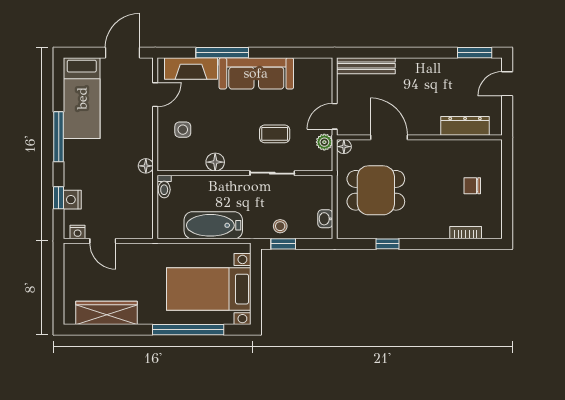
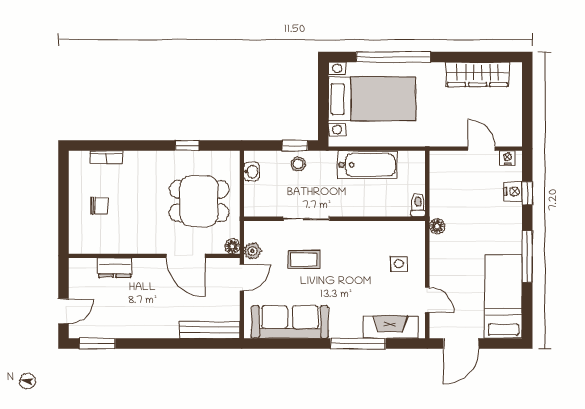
sofa: (256, 73) -> (290, 322), moved
door: (155, 95) -> (427, 300), swing flipped
dresser: (465, 126) -> (115, 268), width x0.70
floor lamp: (215, 162) -> (365, 230), removed

